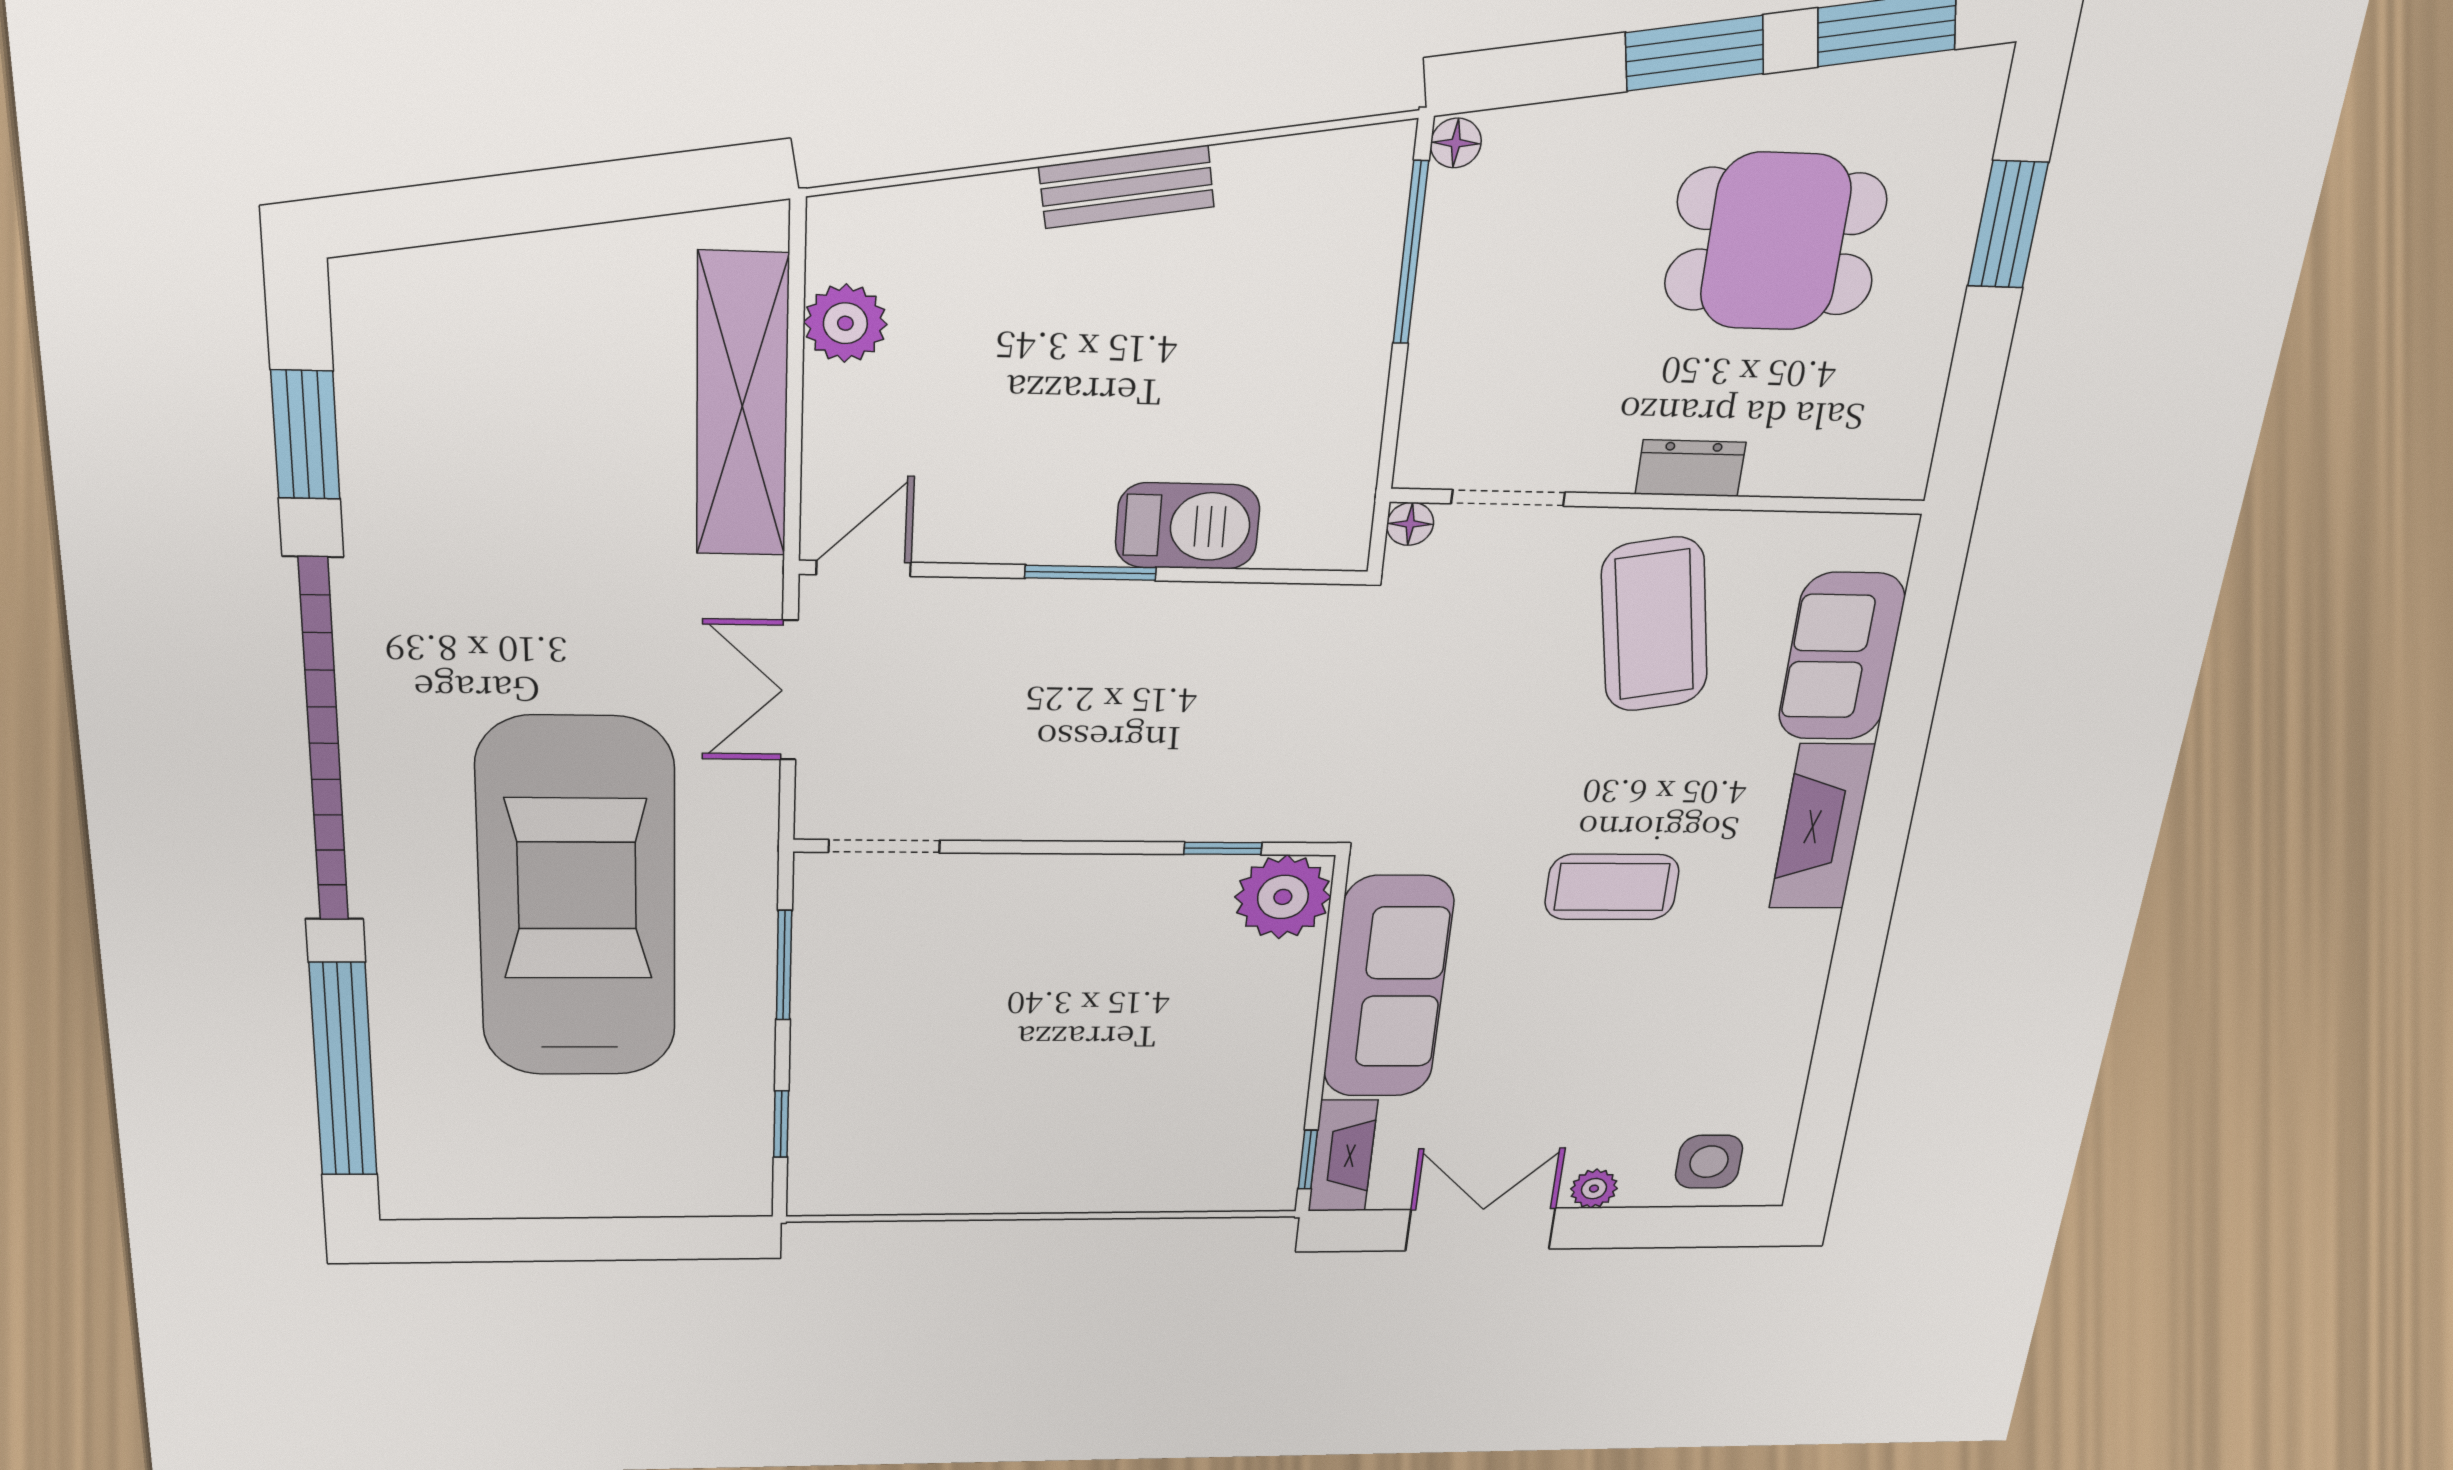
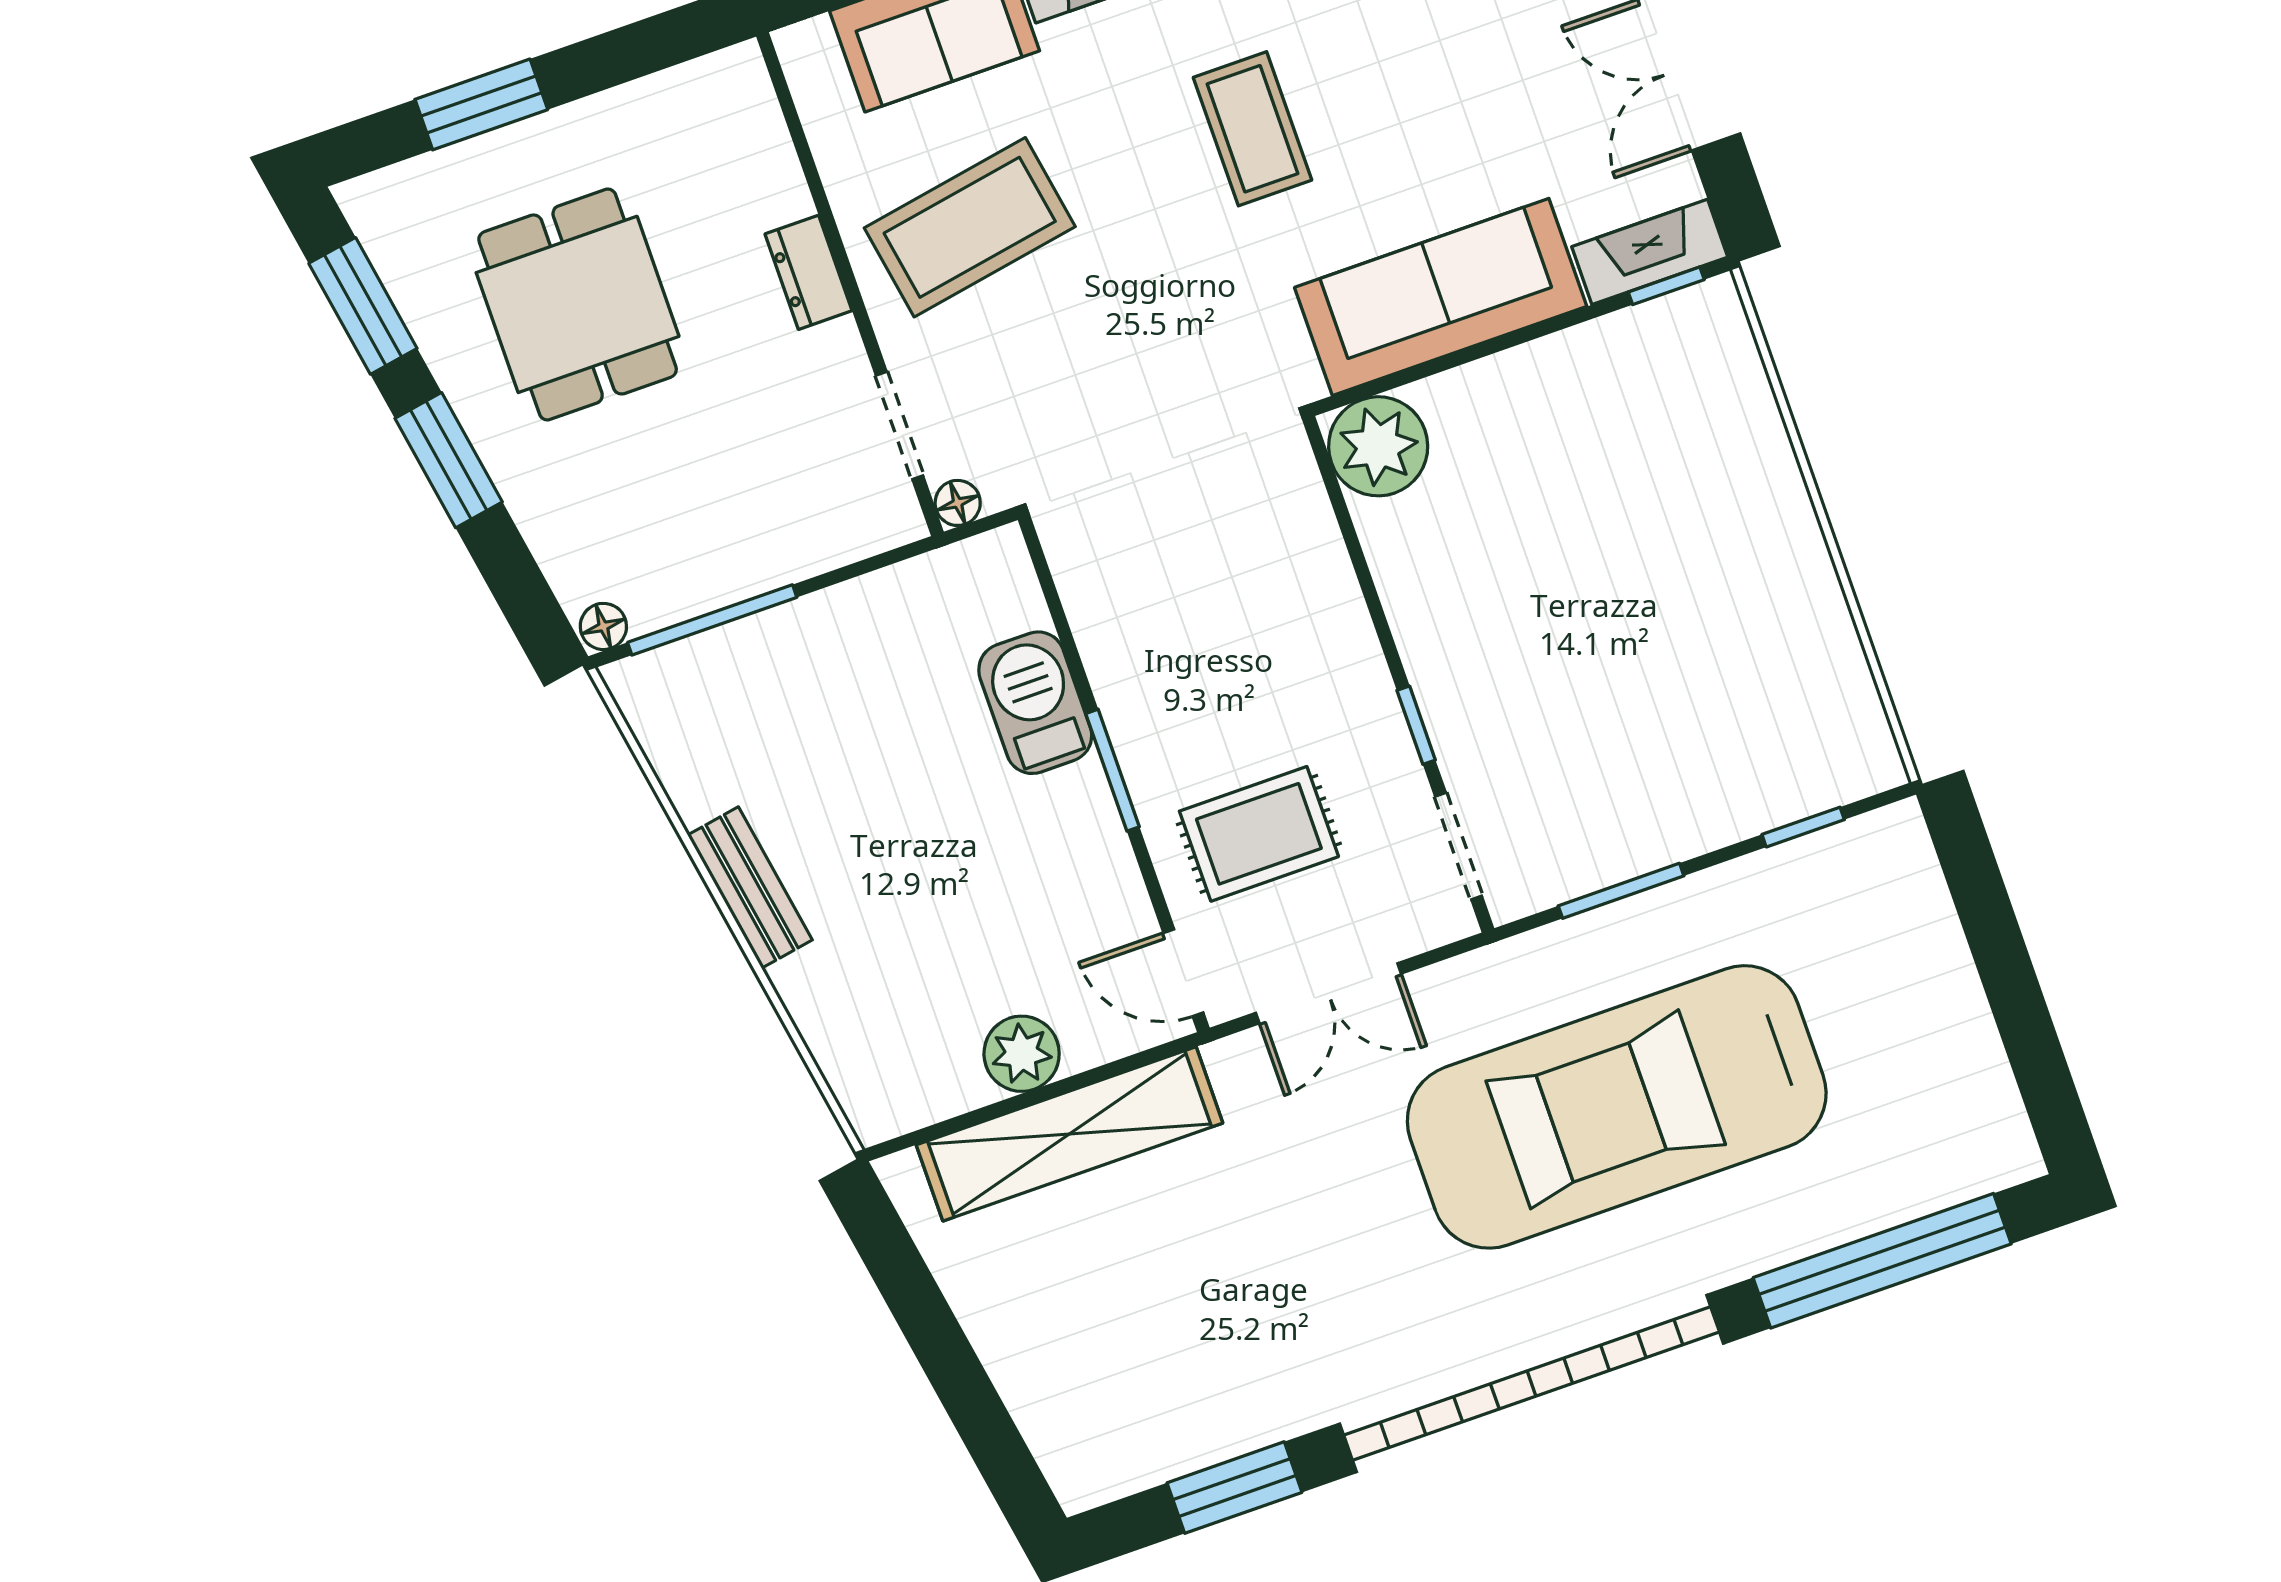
plant: (845, 323) -> (1022, 1054), moved
rug: (971, 681) -> (1259, 834), added
window: (1223, 848) -> (1416, 725), moved

